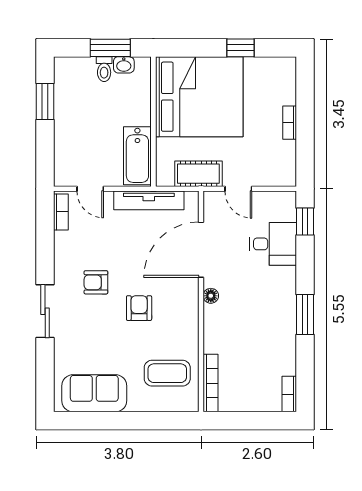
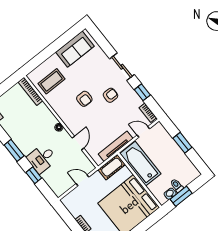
window: (45, 102) -> (182, 143), moved
bathtub: (137, 156) -> (140, 164), width x1.36, depth x1.36
cot: (198, 174) -> (112, 167), moved
window: (305, 222) -> (34, 175), moved
desk: (273, 244) -> (42, 159), moved
window: (45, 249) -> (142, 92), added
door: (201, 250) -> (78, 143), width x0.53

